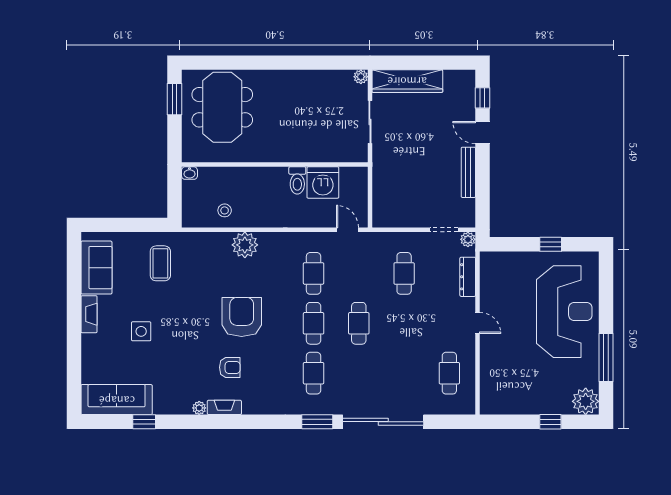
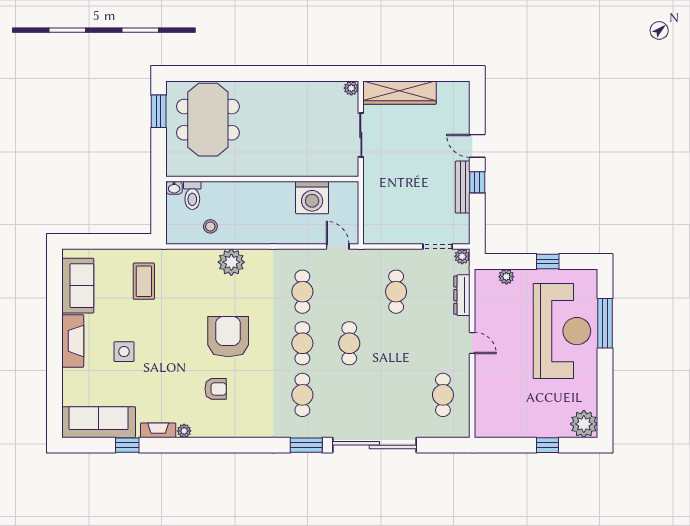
window: (482, 98) -> (477, 182), moved
toilet: (297, 180) -> (192, 195), moved
plant: (511, 259) -> (506, 277), added
fireplace: (89, 314) -> (73, 341), width x1.37, depth x1.32
window: (606, 358) -> (605, 323), moved
fireplace: (224, 407) -> (158, 430), moved

